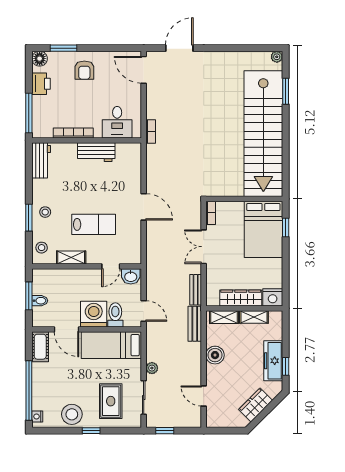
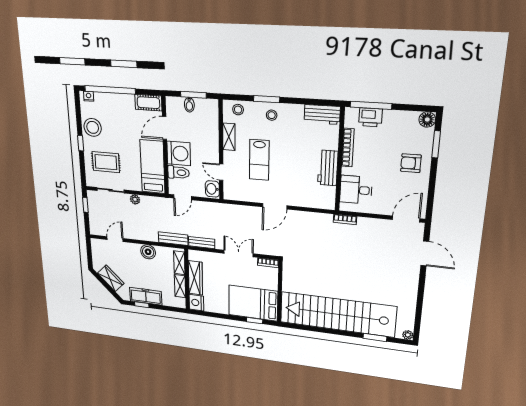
printer: (41, 84) -> (370, 117), moved

